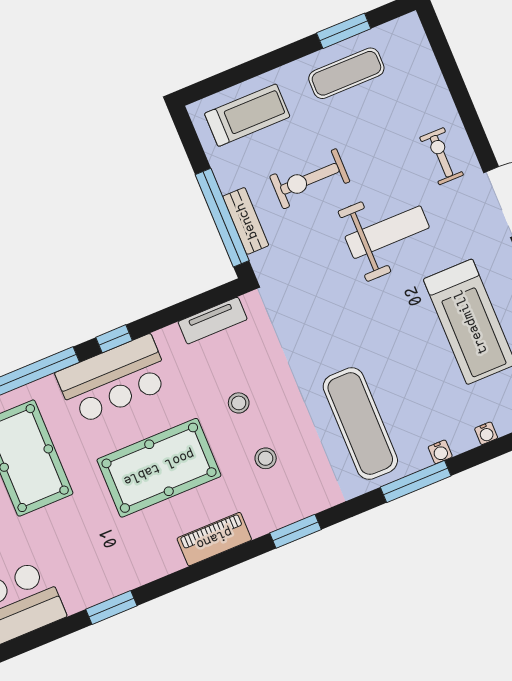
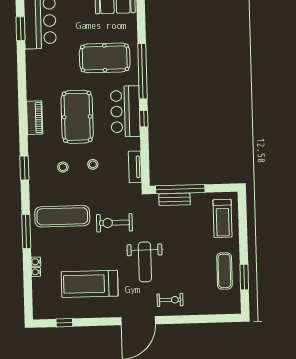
exercise bike: (310, 179) -> (114, 223), moved, turned -90
water cooler: (440, 452) -> (36, 262), moved
piano: (214, 539) -> (35, 118), moved
window: (111, 607) -> (21, 29), moved

